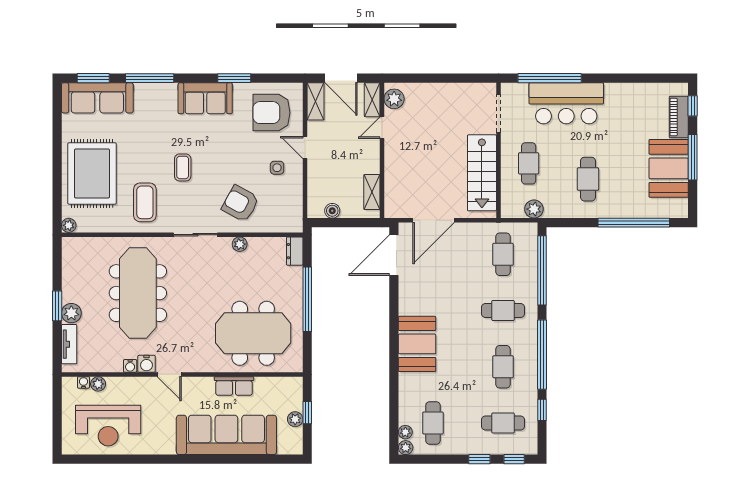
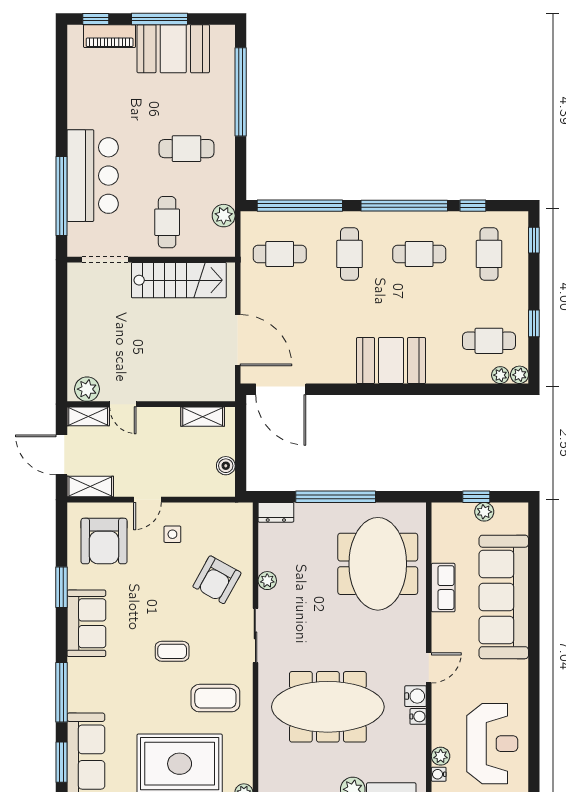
door: (341, 78) -> (61, 455), swing flipped
cafe table: (529, 163) -> (167, 222), turned 90
window: (479, 459) -> (534, 323), moved

